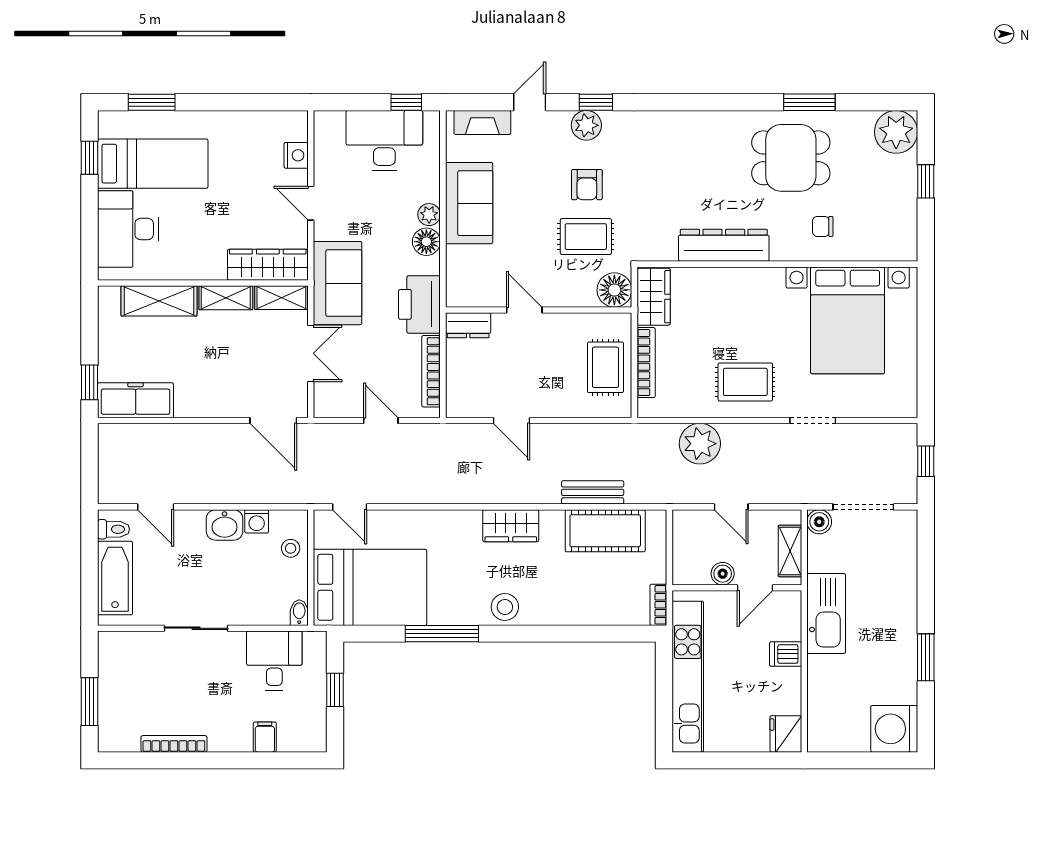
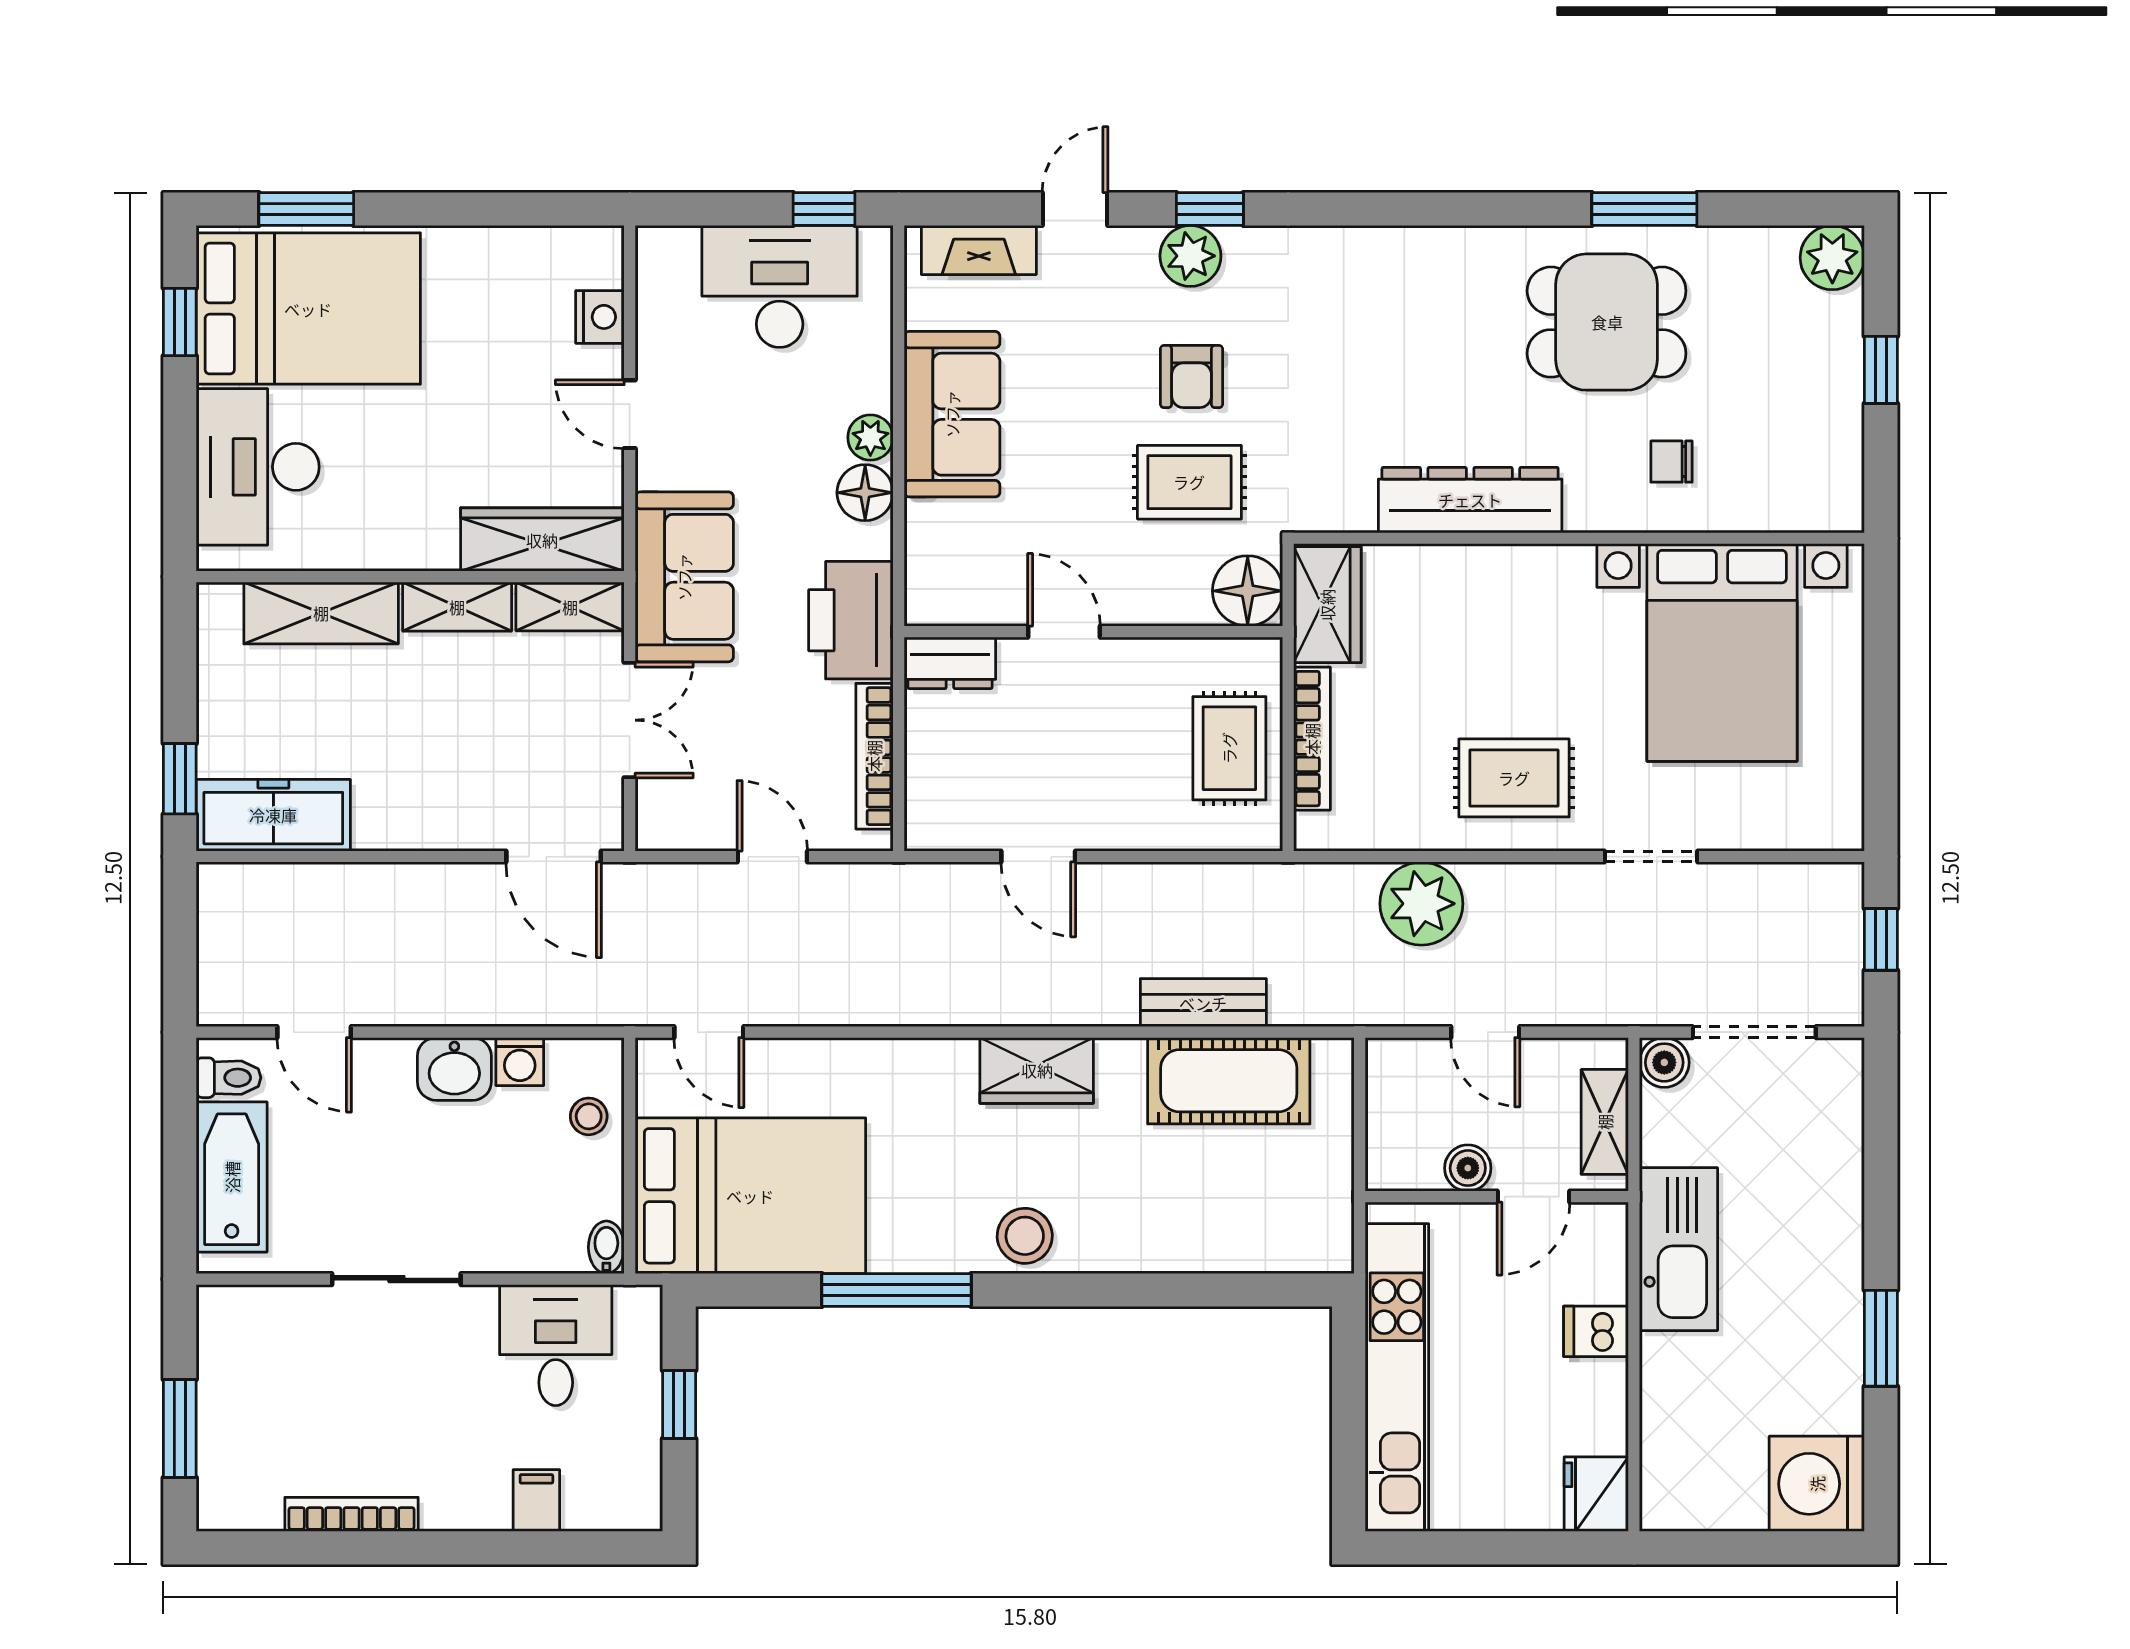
plant: (896, 132) -> (1832, 258), width x0.73, depth x0.73
bed: (153, 164) -> (308, 309), width x1.50
bookcase: (658, 605) -> (1337, 1231), removed

